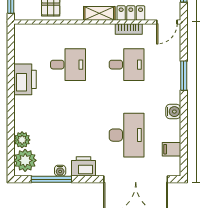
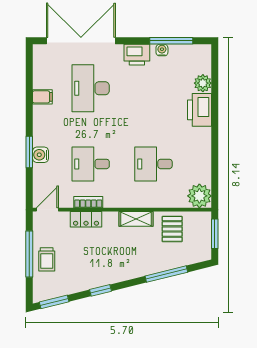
shelving: (99, 13) -> (136, 219), moved
printer: (25, 79) -> (200, 110), moved
water cooler: (173, 112) -> (41, 155), moved
filing cabinet: (171, 149) -> (42, 97), moved
plant: (25, 160) -> (199, 196), moved

